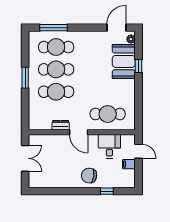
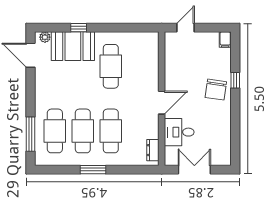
cafe table: (108, 114) -> (111, 66), moved
dresser: (61, 125) -> (153, 150), moved
desk: (109, 146) -> (179, 132), moved
filing cabinet: (129, 164) -> (225, 40), moved
window: (107, 191) -> (235, 80), moved

